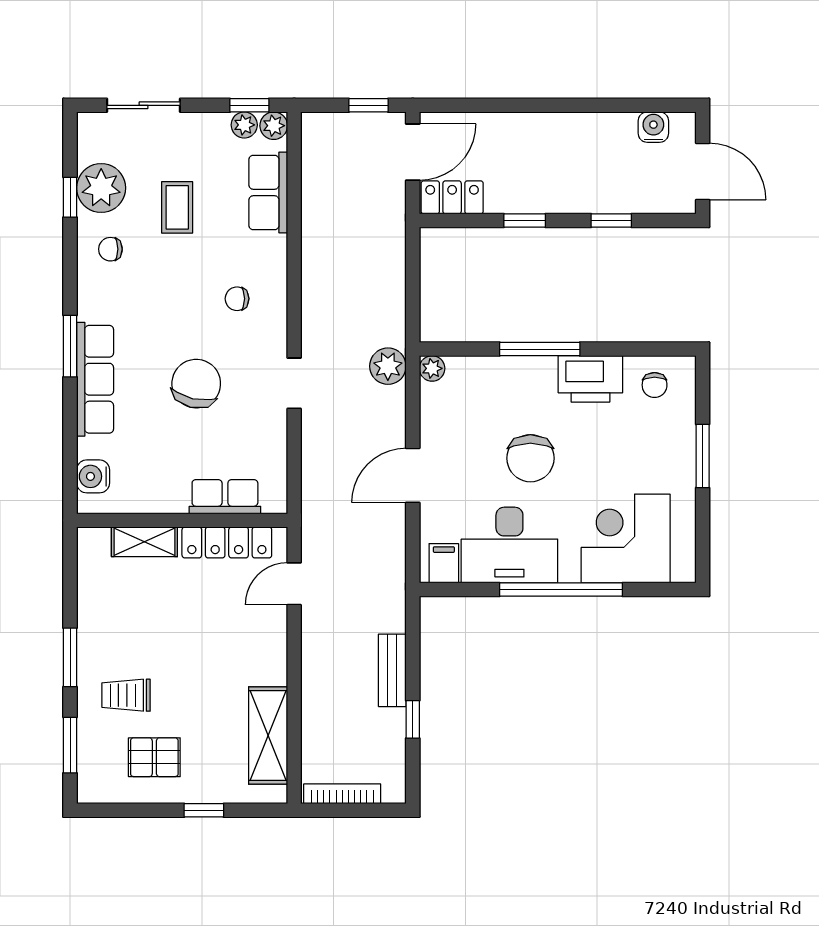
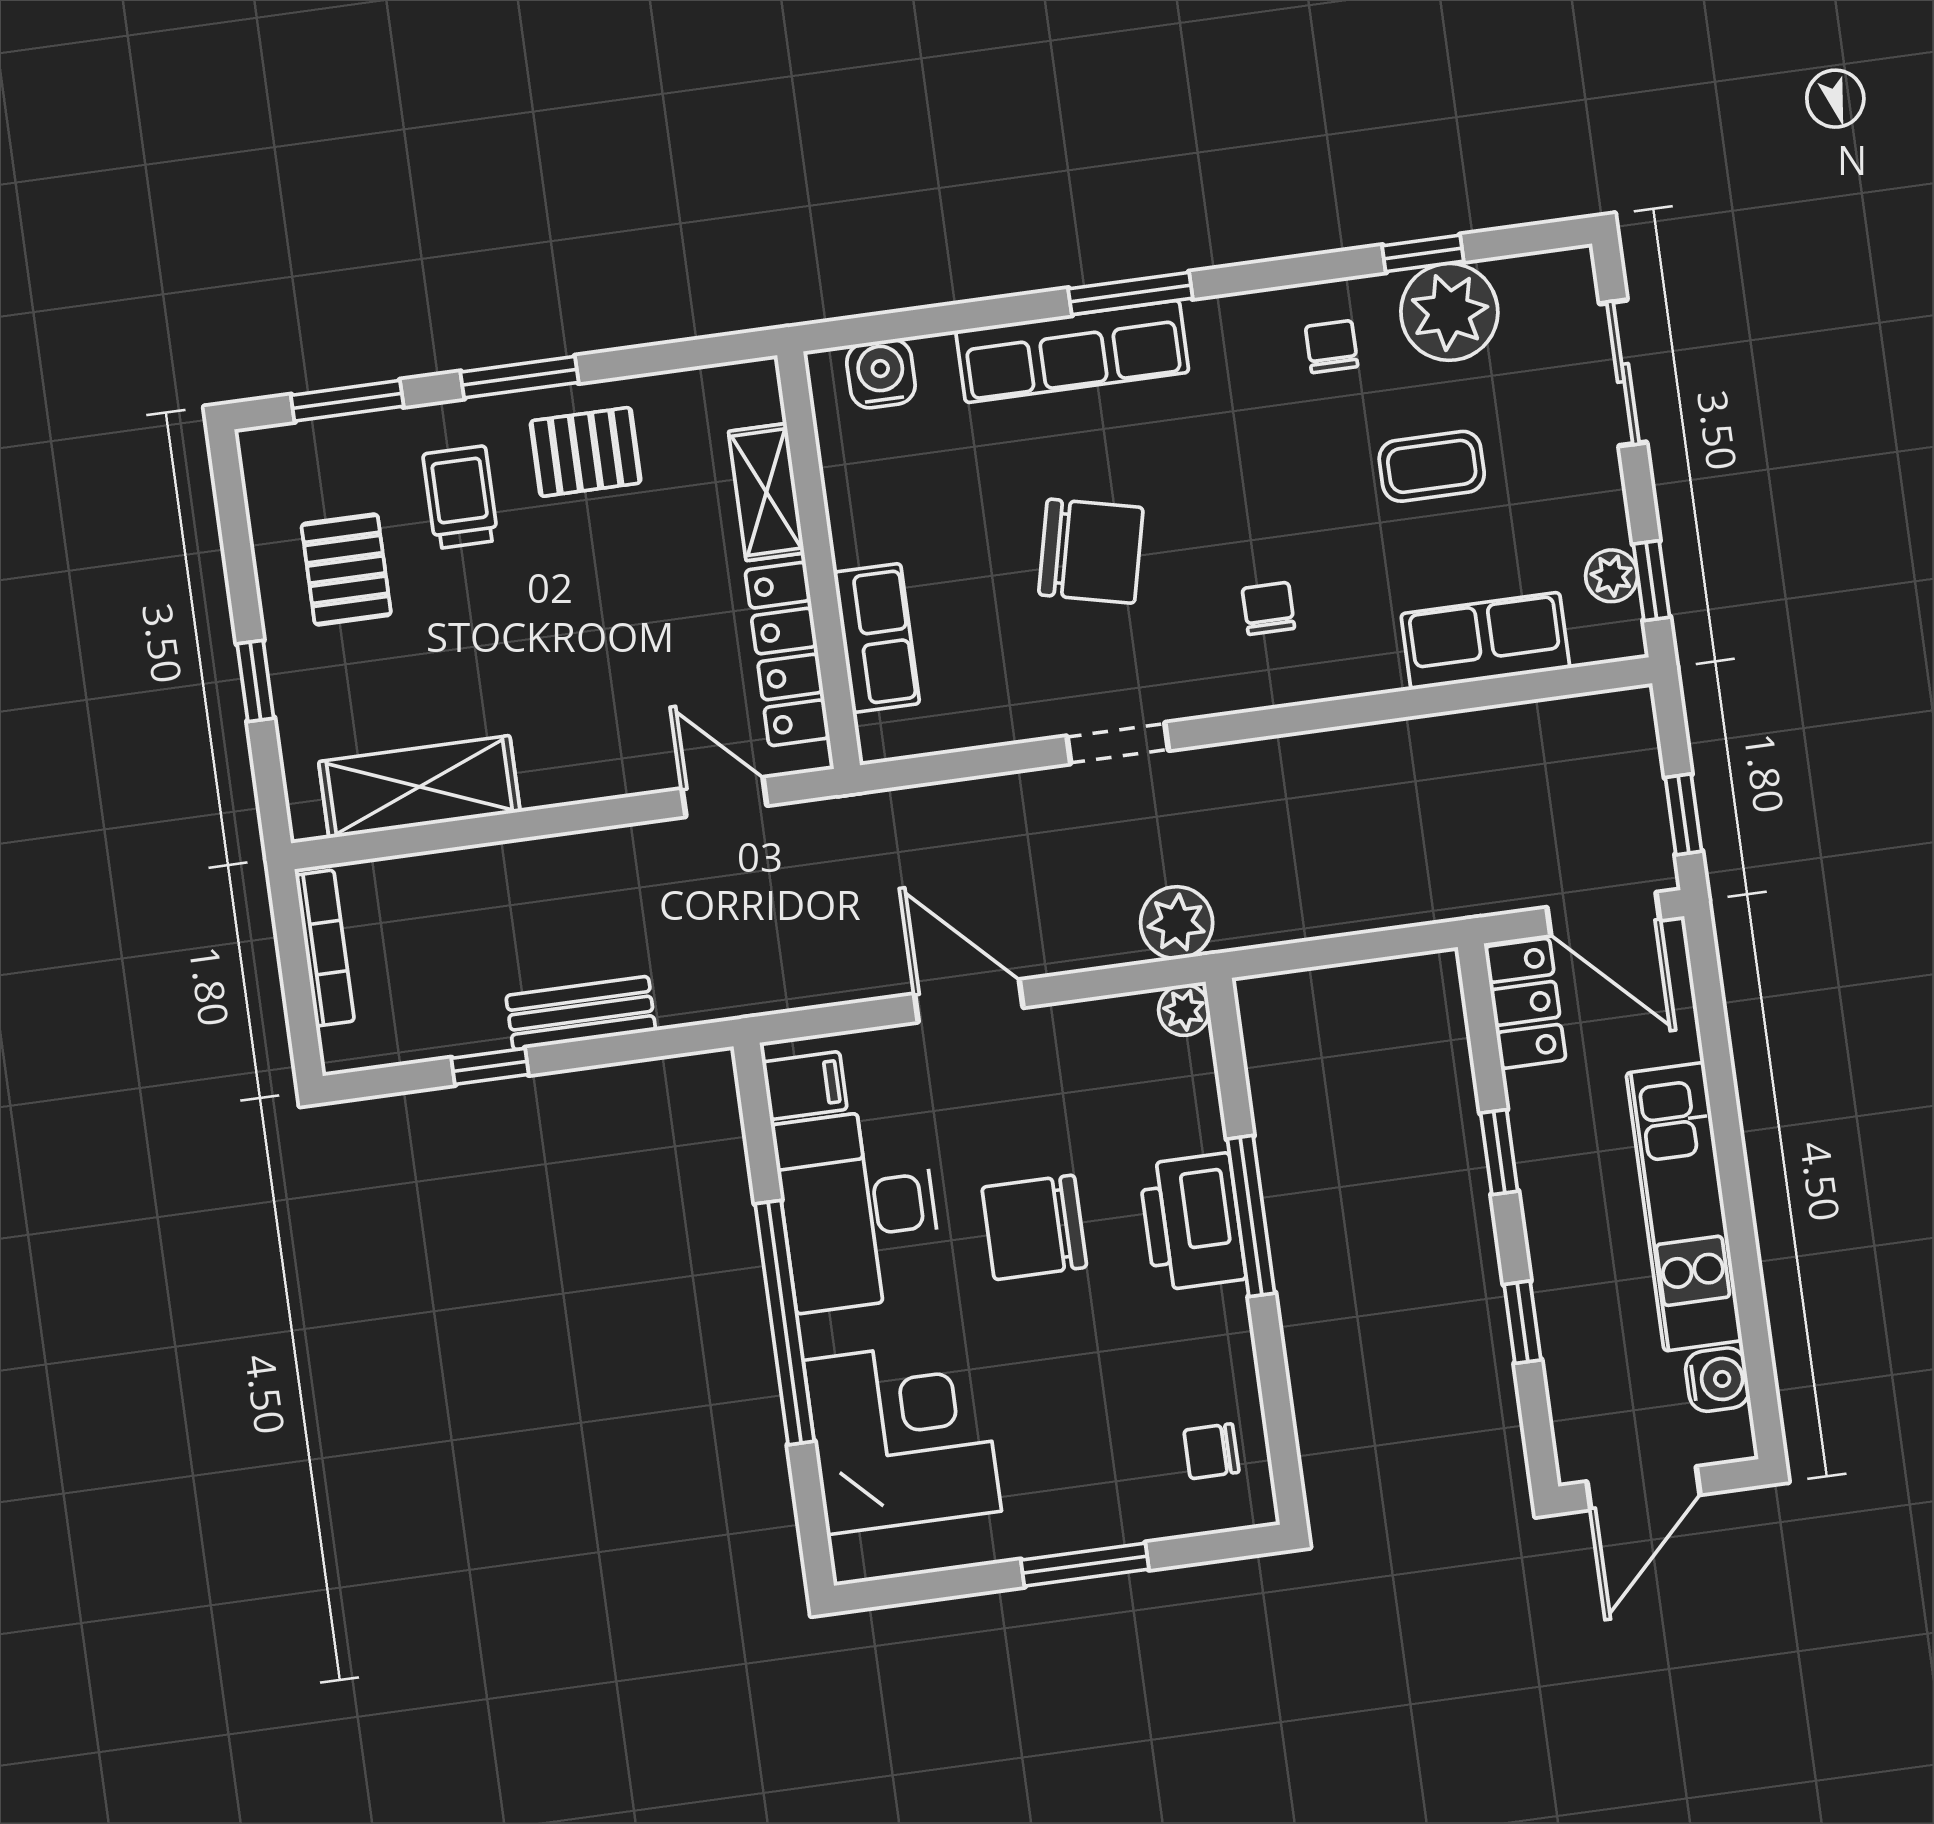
plant: (274, 126) -> (1618, 634), removed
kitchen unit: (565, 132) -> (1684, 1207), added
printer: (590, 379) -> (1192, 1222), moved
pallet: (112, 630) -> (586, 452), added

